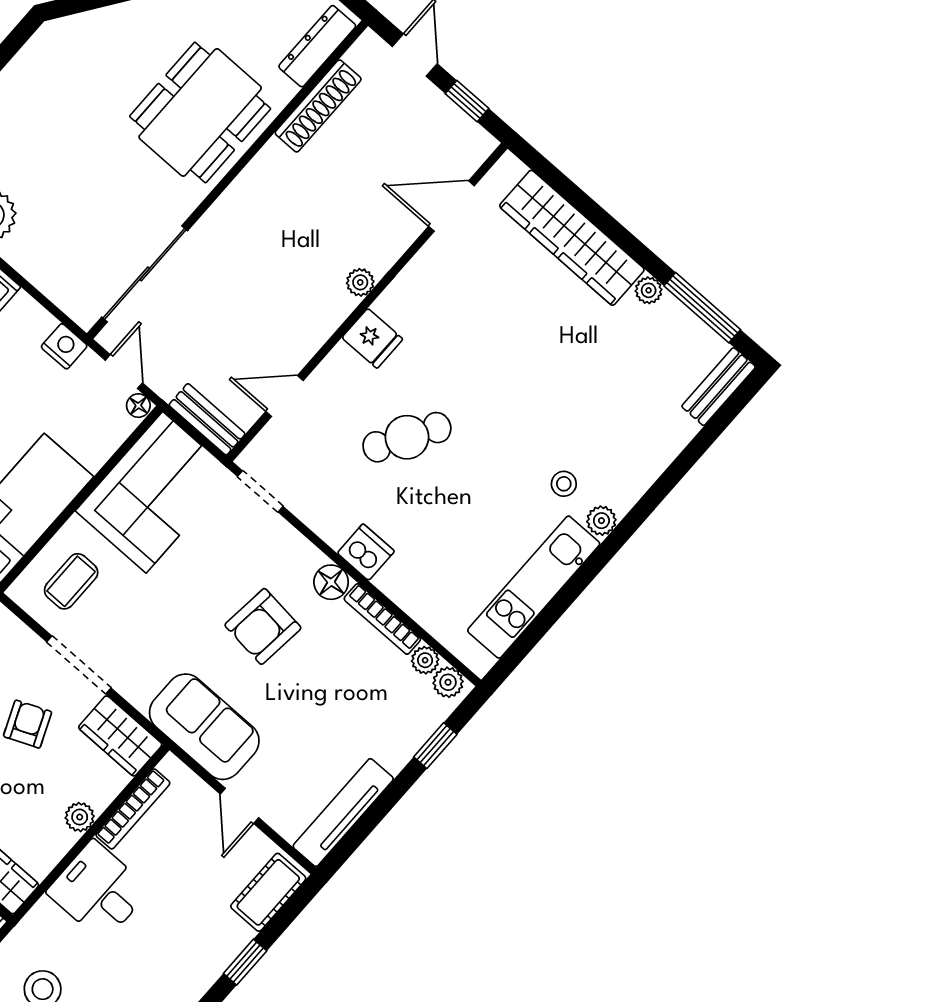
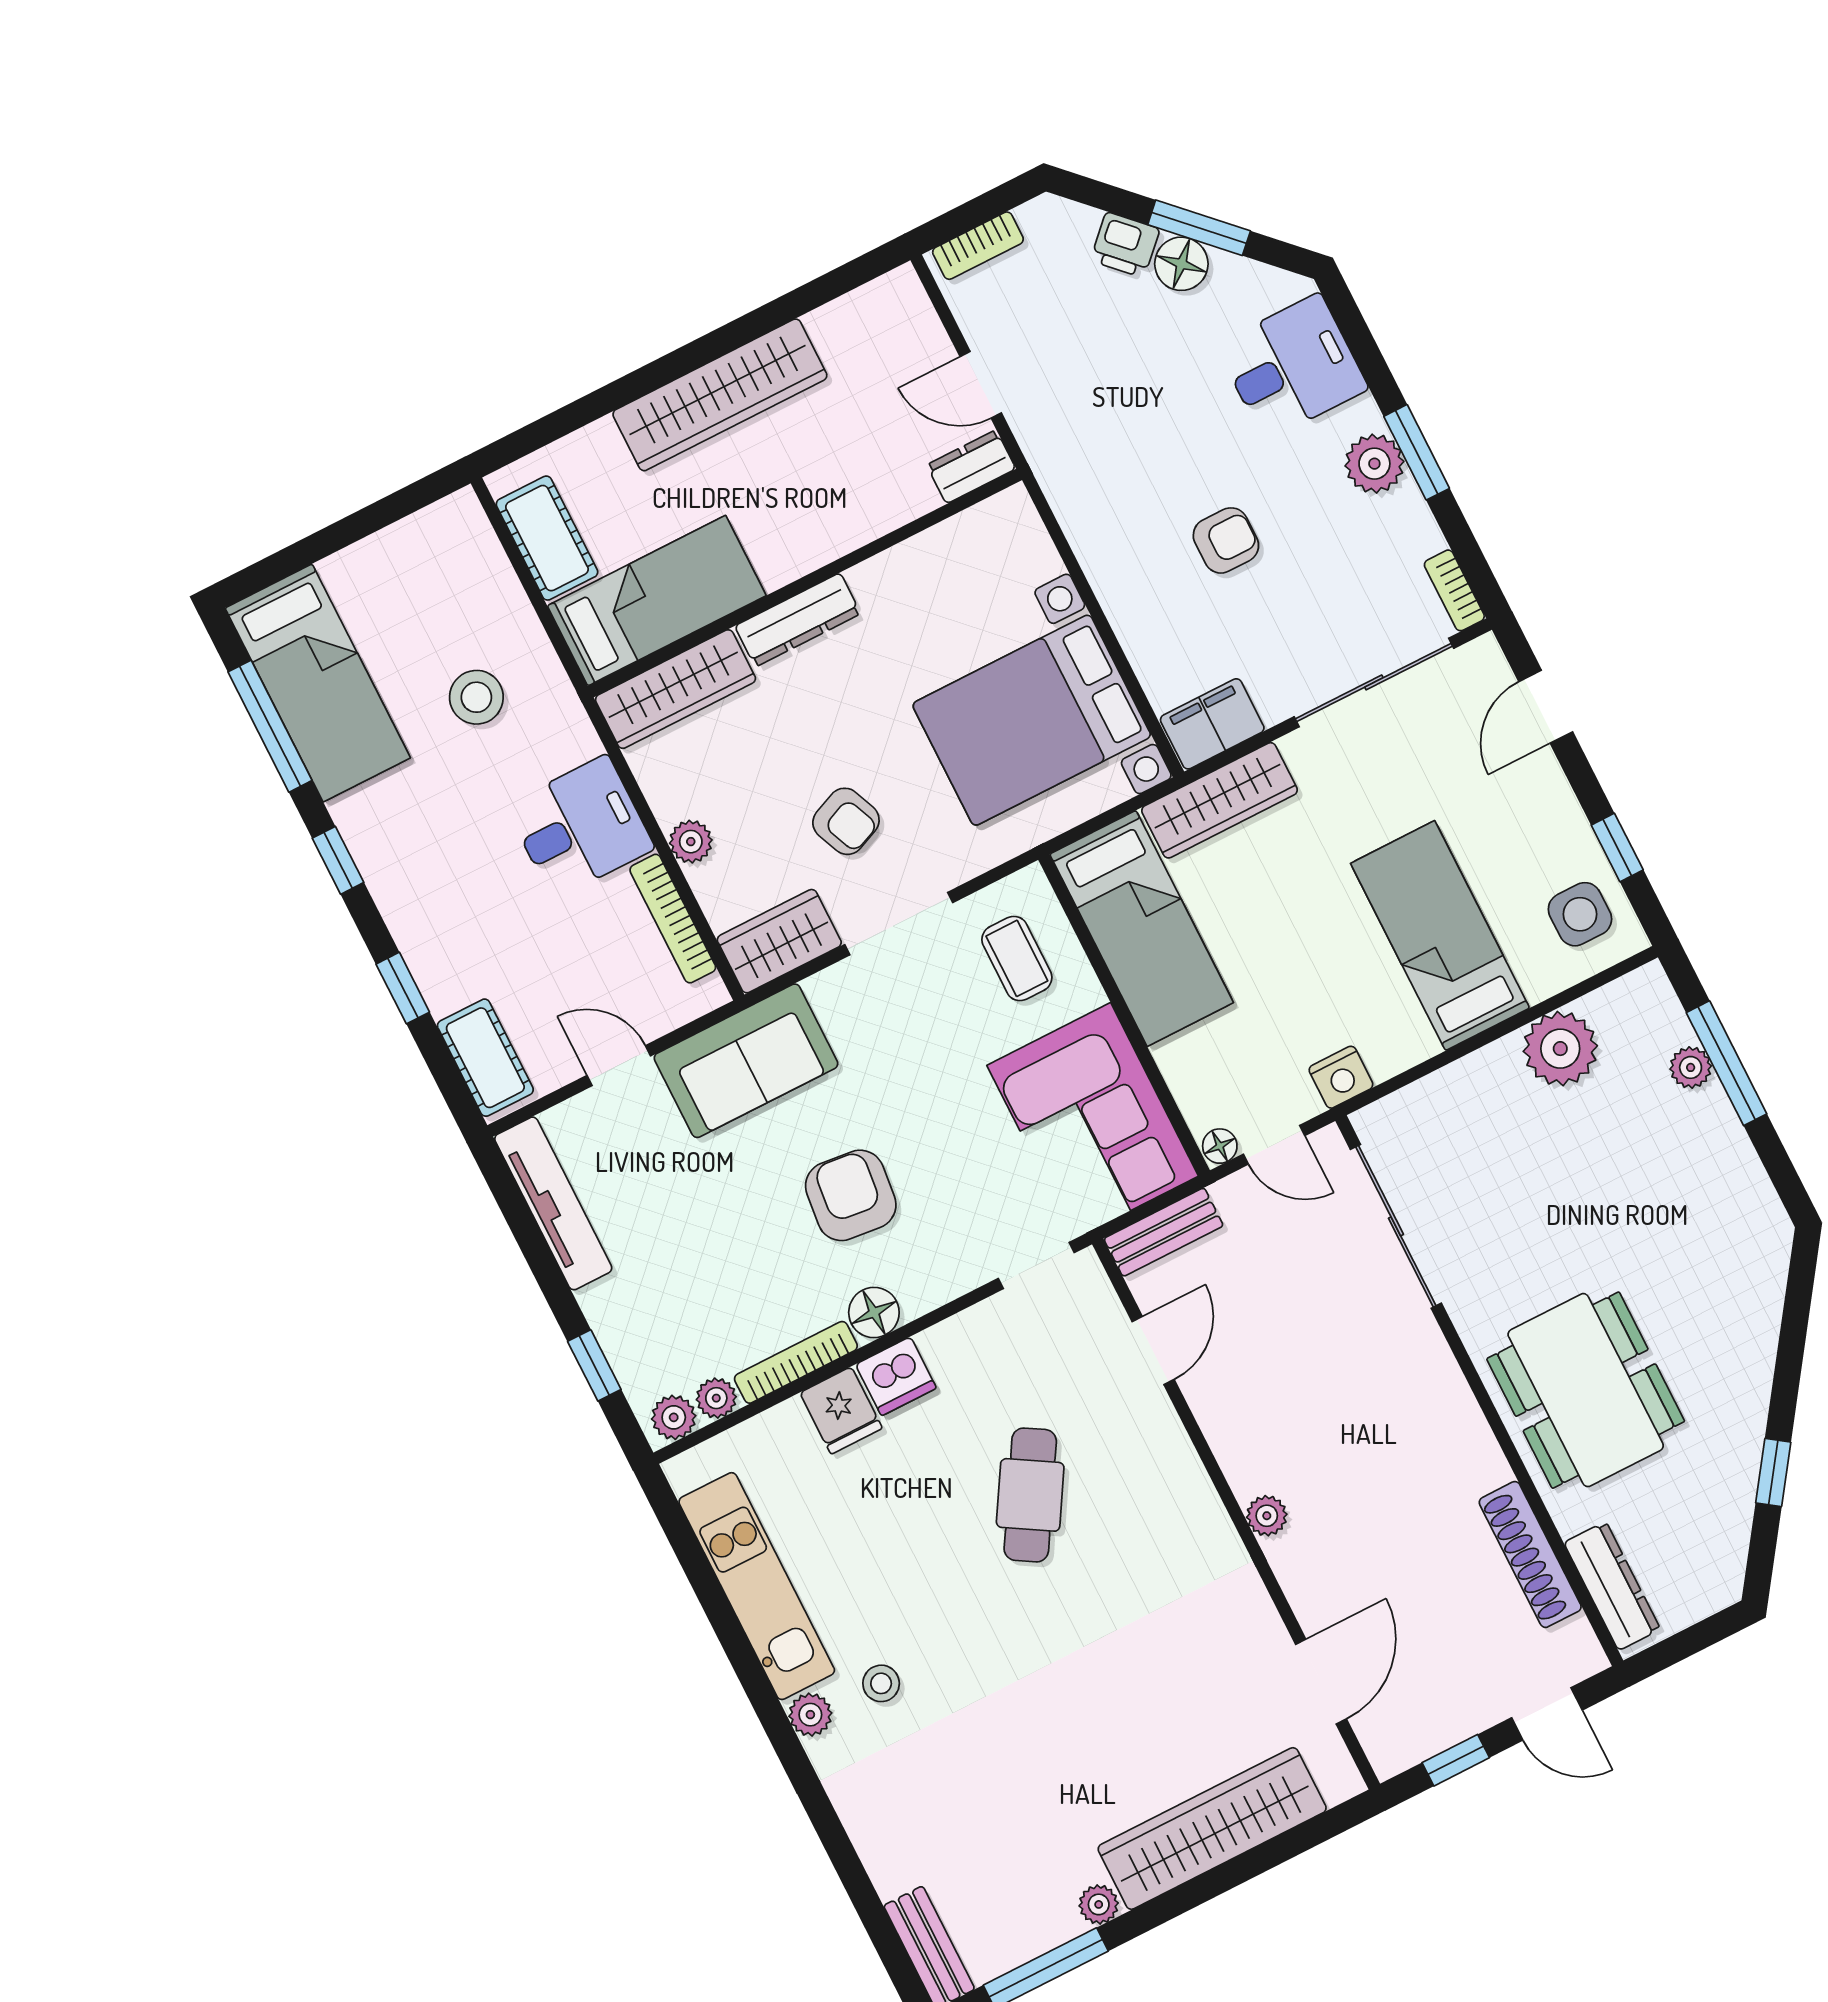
fridge: (372, 338) -> (841, 1410), moved, turned -90

